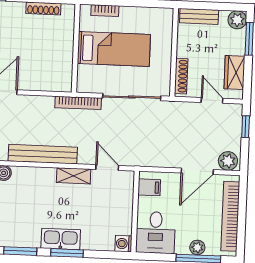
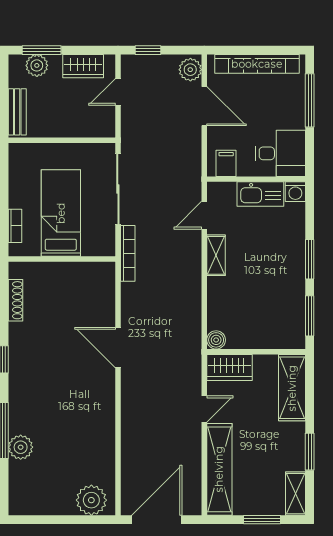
plant: (237, 20) -> (37, 65), moved
shoe rack: (181, 76) -> (90, 130), removed
bench: (43, 154) -> (191, 294), removed
kitchen sink: (61, 239) -> (260, 194), moved, turned -90
plant: (197, 247) -> (296, 102), removed

